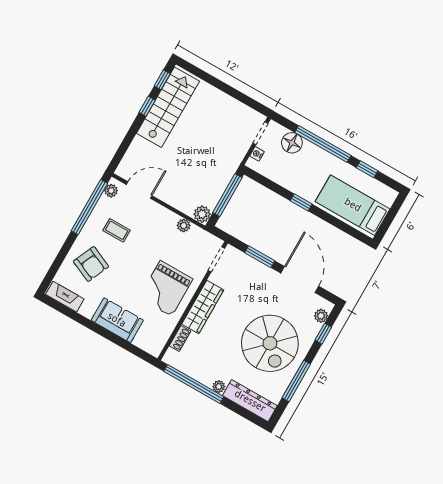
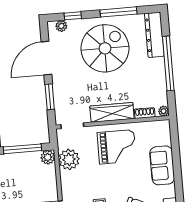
plant: (184, 225) -> (69, 159), width x1.88, depth x1.88
window: (194, 384) -> (168, 63), moved
plant: (219, 387) -> (164, 111), moved

